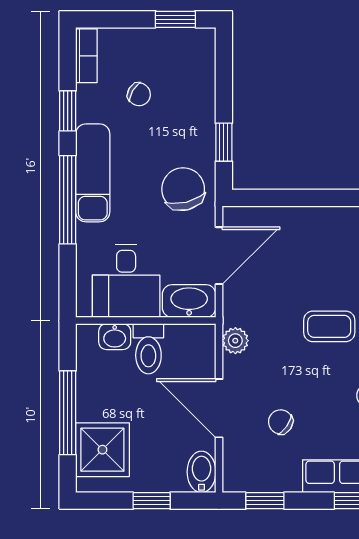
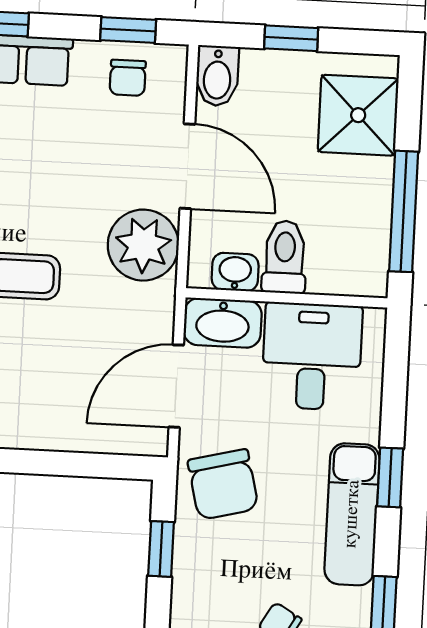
window: (68, 200) -> (390, 477), width x0.46
washbasin: (115, 337) -> (235, 272), moved
plant: (235, 341) -> (143, 245), width x1.88, depth x1.88
window: (68, 413) -> (404, 211), moved
chair: (281, 422) -> (128, 78), moved, turned 56

